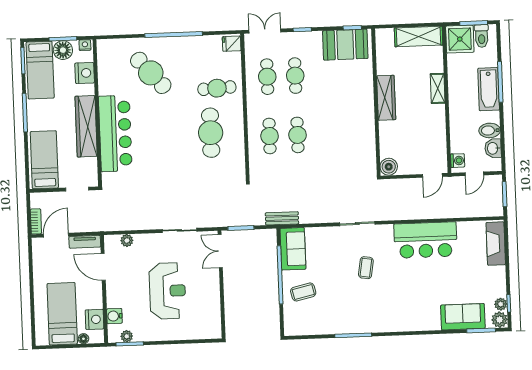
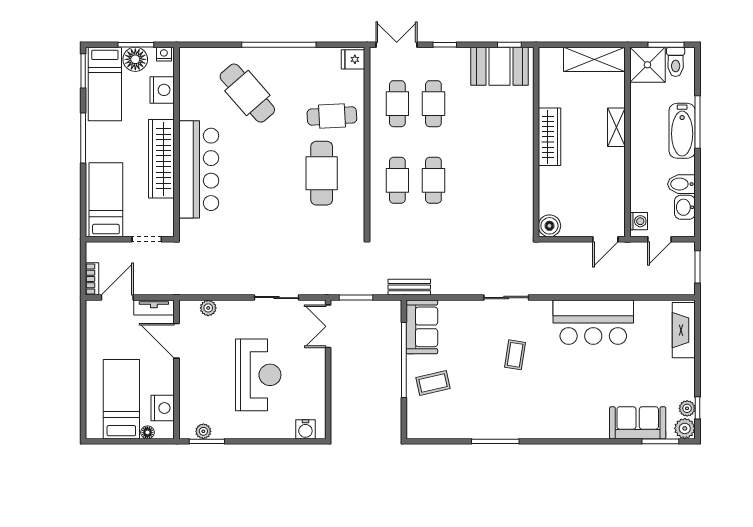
water cooler: (114, 316) -> (305, 429), moved, turned -90

